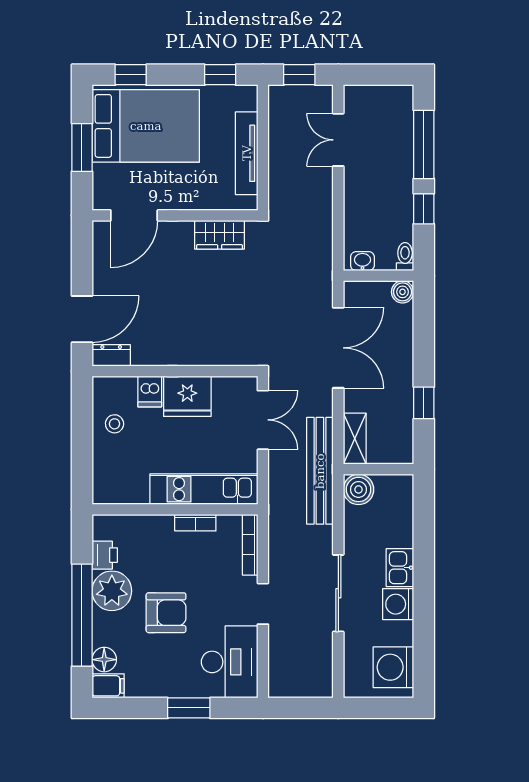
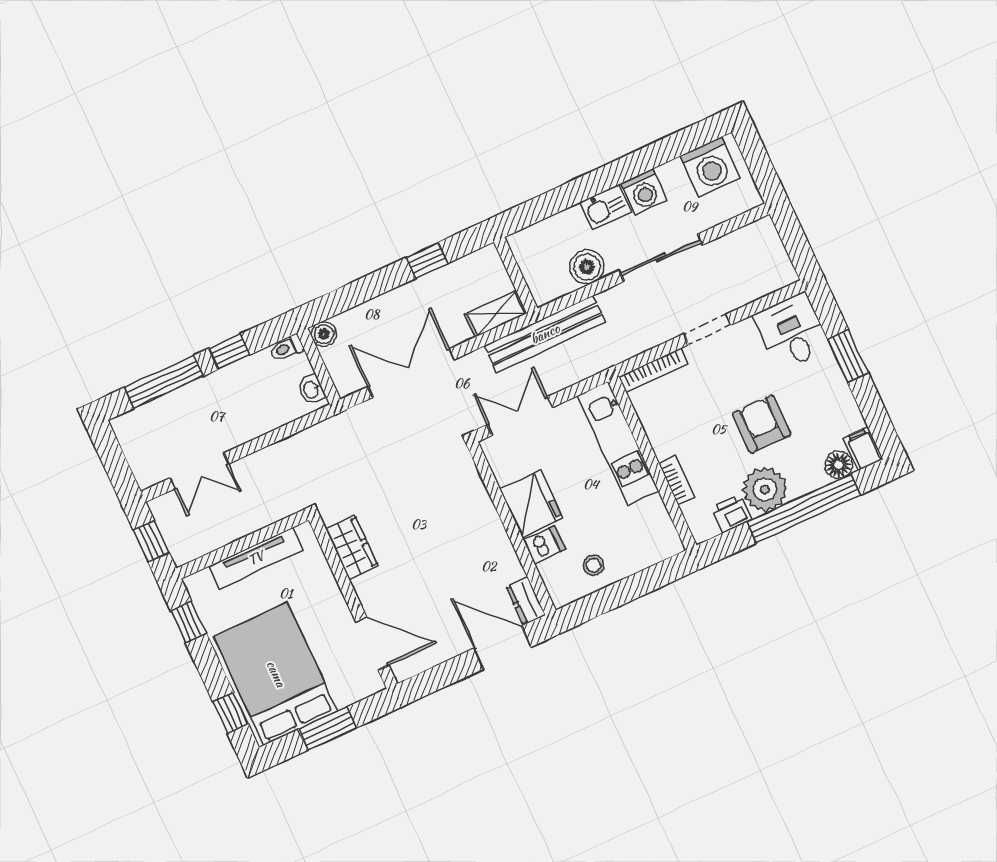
boiler: (359, 489) -> (587, 267), moved
bookcase: (195, 523) -> (677, 481), moved
desk: (230, 662) -> (792, 332), width x0.73

